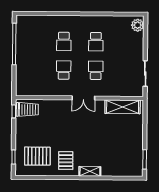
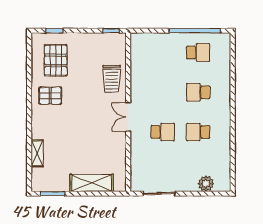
plant: (138, 25) -> (206, 184), moved
school desk: (64, 70) -> (198, 53), moved
shelving: (123, 107) -> (92, 183), moved, turned 90
trolley: (27, 110) -> (112, 79), moved
shelving: (90, 171) -> (37, 153), moved

